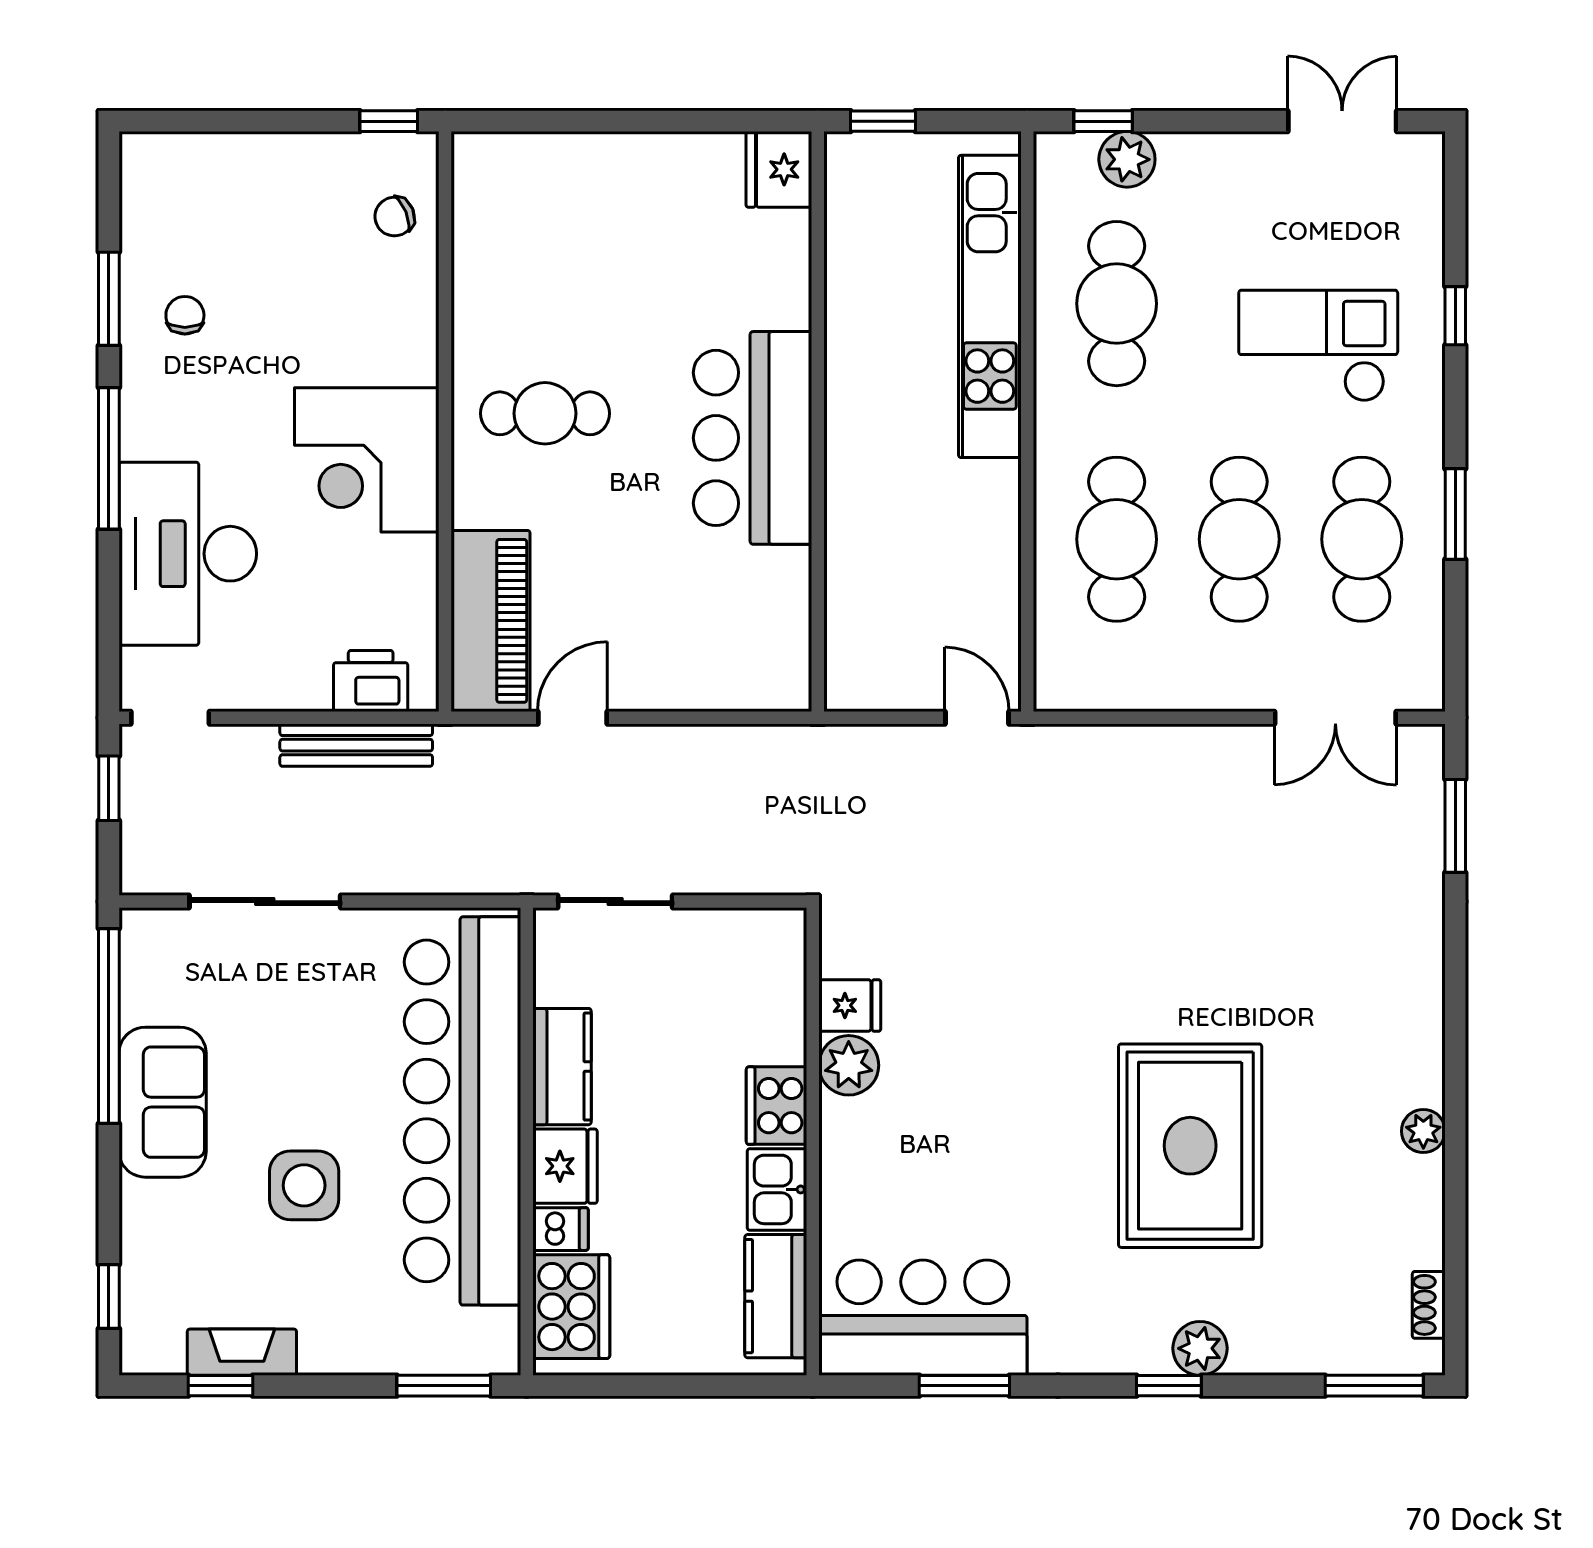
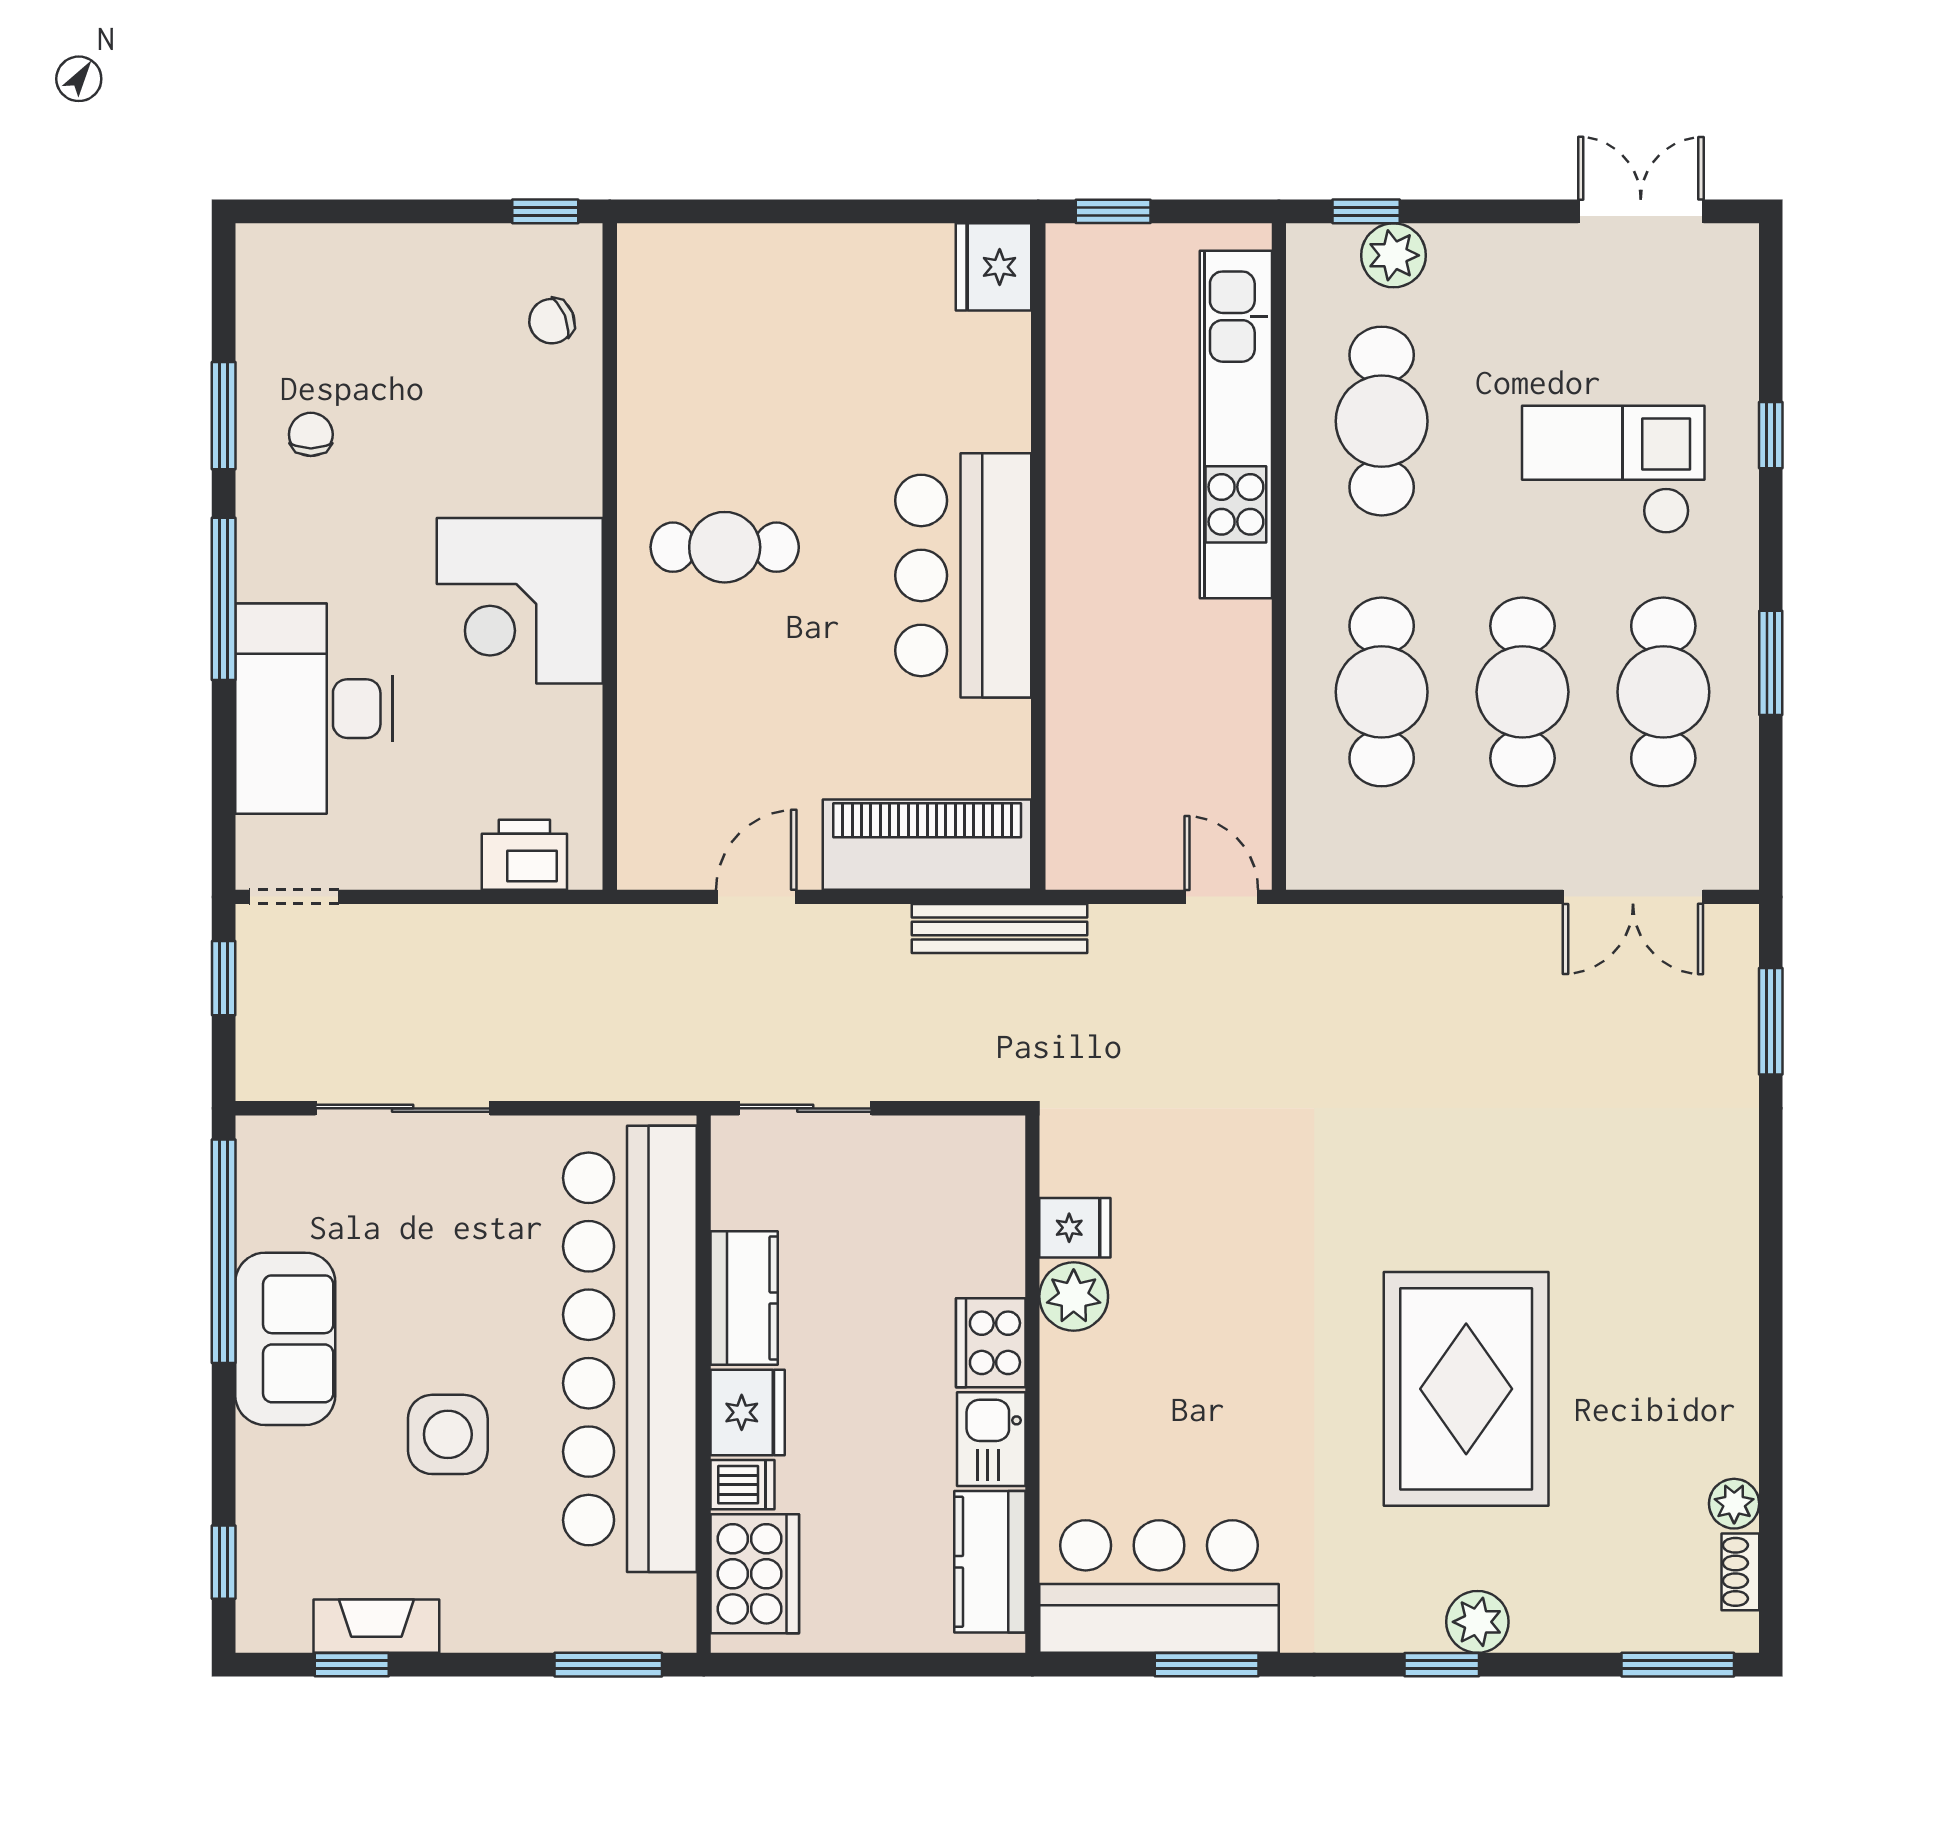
piano: (491, 621) -> (927, 845), moved, turned -90
bench: (356, 745) -> (999, 929), moved
plant: (1423, 1131) -> (1734, 1504), moved

